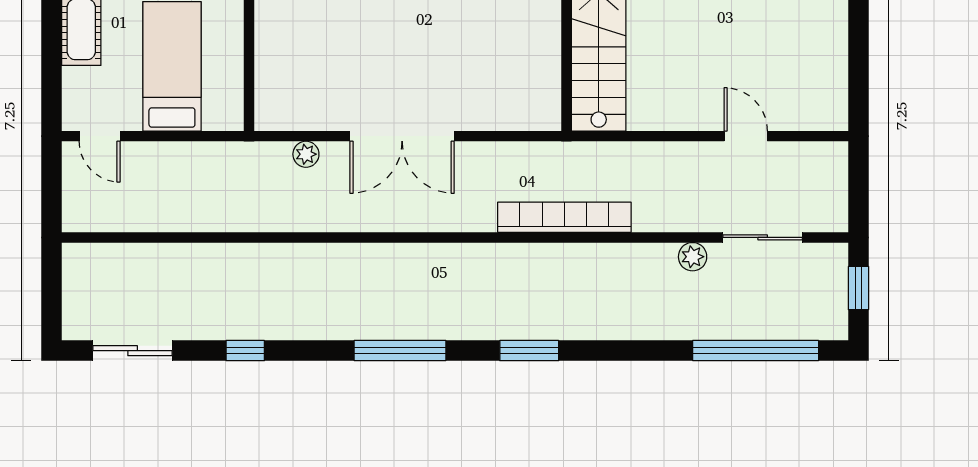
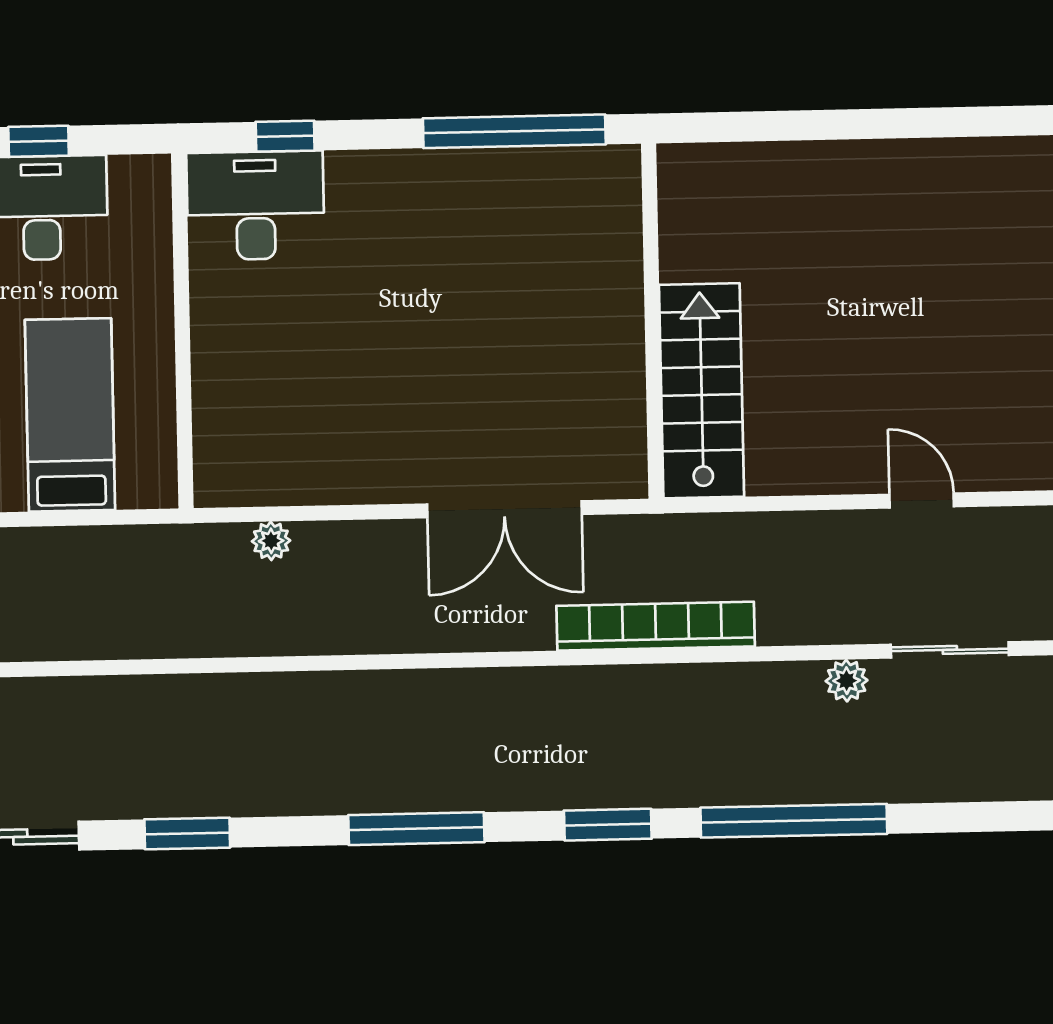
double door: (402, 136) -> (504, 509), moved
window: (245, 351) -> (187, 833), width x1.50
window: (756, 351) -> (794, 821), moved

